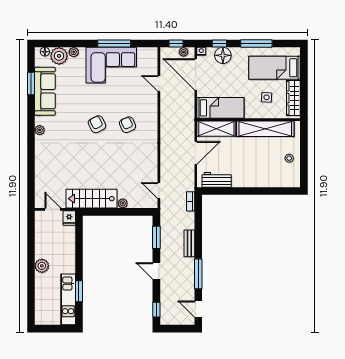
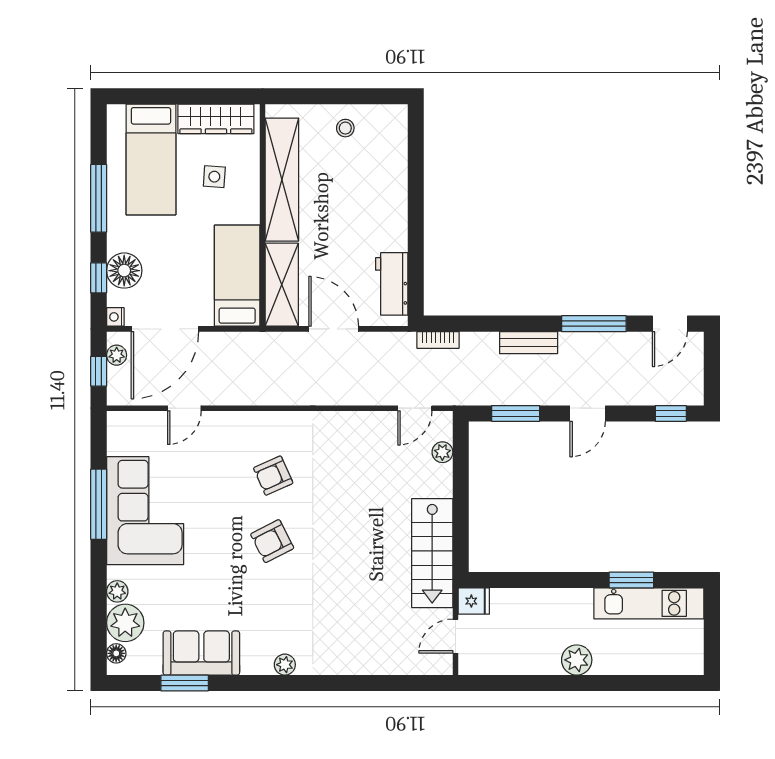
sofa: (45, 91) -> (201, 653), width x0.73
plant: (123, 203) -> (442, 452), moved

